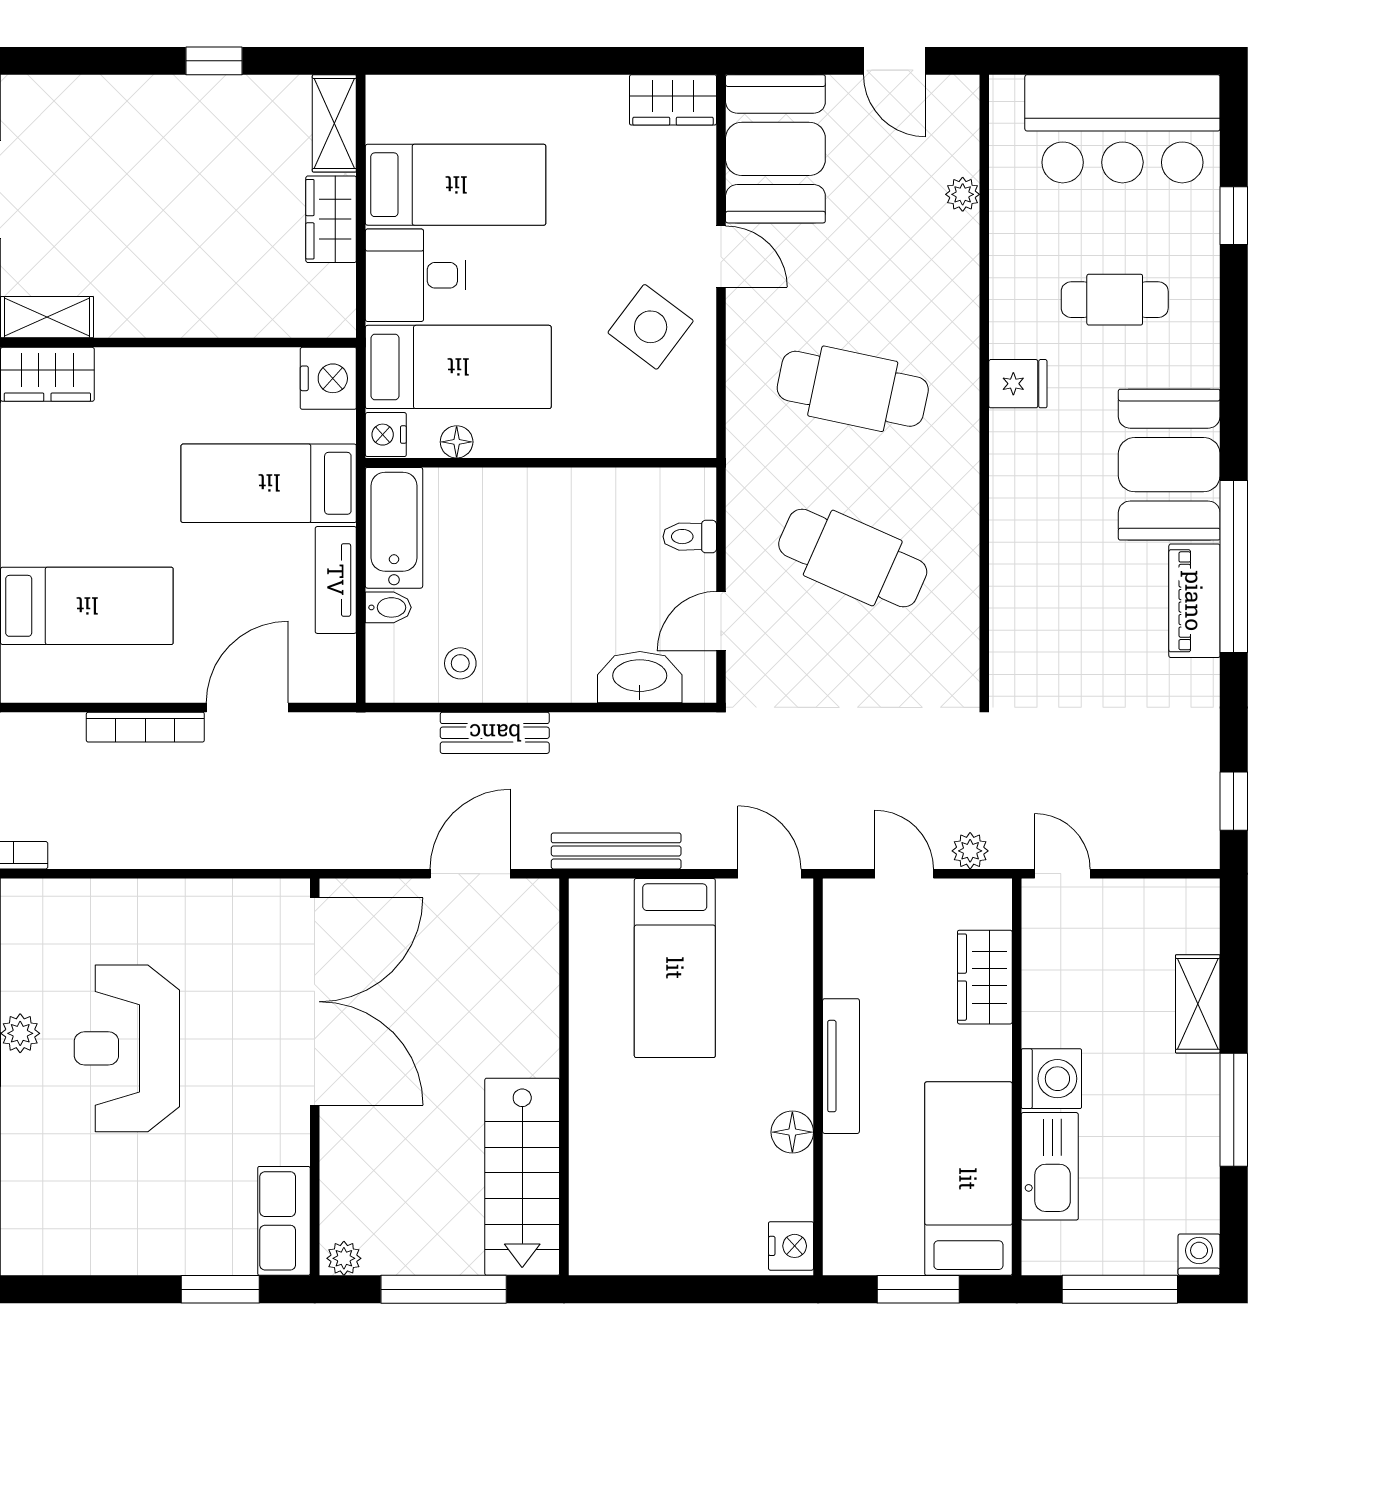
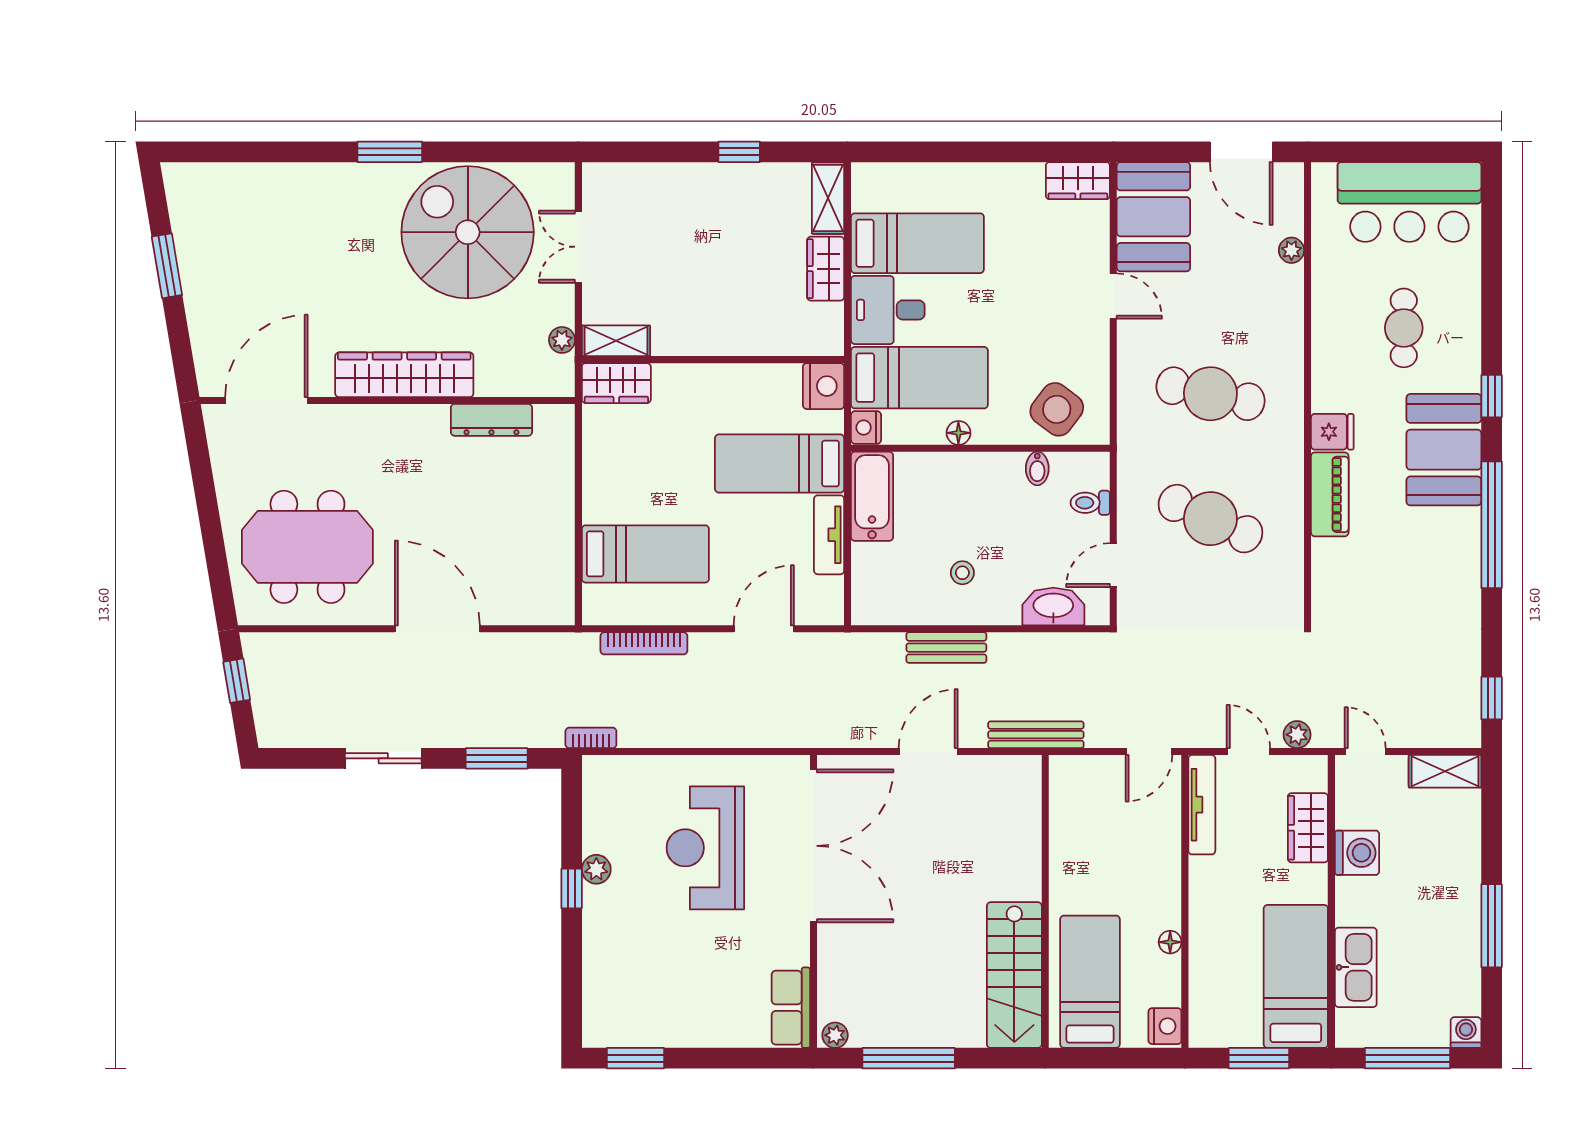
door: (894, 61) -> (1241, 152), width x1.38
window: (1234, 216) -> (1492, 396), moved
cafe table: (1115, 300) -> (1404, 328), turned 90
side table: (651, 327) -> (1057, 409), moved
fridge: (1018, 384) -> (1332, 432), moved
floor lamp: (457, 442) -> (958, 433), moved
piano: (1194, 601) -> (1330, 494), moved, turned 180
bidet: (388, 607) -> (1037, 468), moved, turned 90
stool: (460, 663) -> (962, 573), moved
bookcase: (145, 727) -> (644, 643), moved
door: (769, 874) -> (1149, 751), swing flipped
bed: (675, 968) -> (1090, 982), moved, turned 180
shelving: (1198, 1004) -> (1445, 771), moved, turned 90
reception desk: (127, 1048) -> (705, 848), moved
tv unit: (841, 1066) -> (1202, 805), moved
wall: (564, 1077) -> (1045, 901), moved
washing machine: (1051, 1079) -> (1357, 853), moved
floor lamp: (792, 1132) -> (1170, 942), width x0.73, depth x0.73
stairs: (522, 1177) -> (1014, 975), moved
window: (220, 1289) -> (635, 1058), moved

